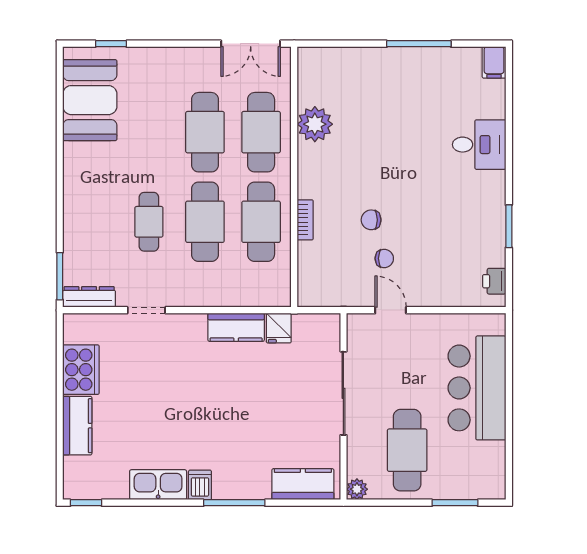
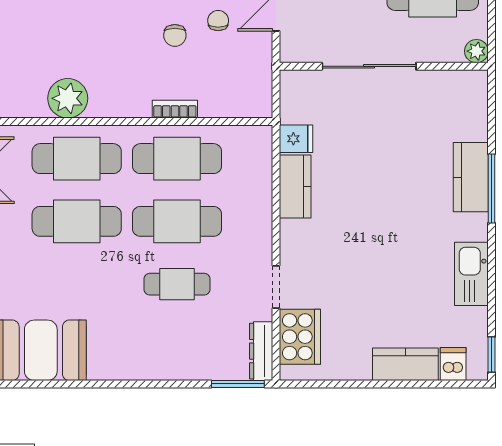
cooker: (81, 370) -> (300, 337), moved, turned 90
kitchen counter: (303, 484) -> (471, 177), moved
dishwasher: (200, 485) -> (453, 364), moved, turned 90

